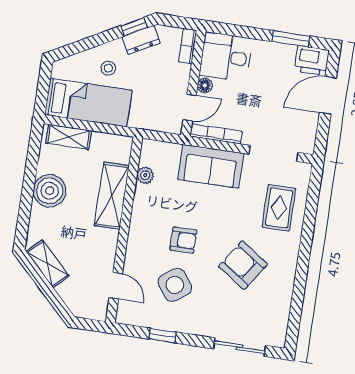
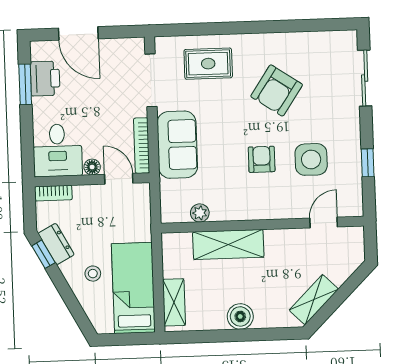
printer: (312, 61) -> (45, 79), moved
boiler: (50, 191) -> (240, 316), width x0.73, depth x0.73
side table: (175, 285) -> (311, 159), turned 36

